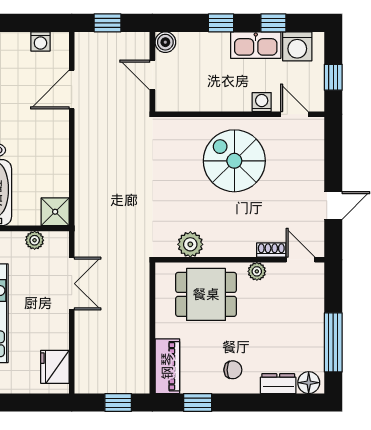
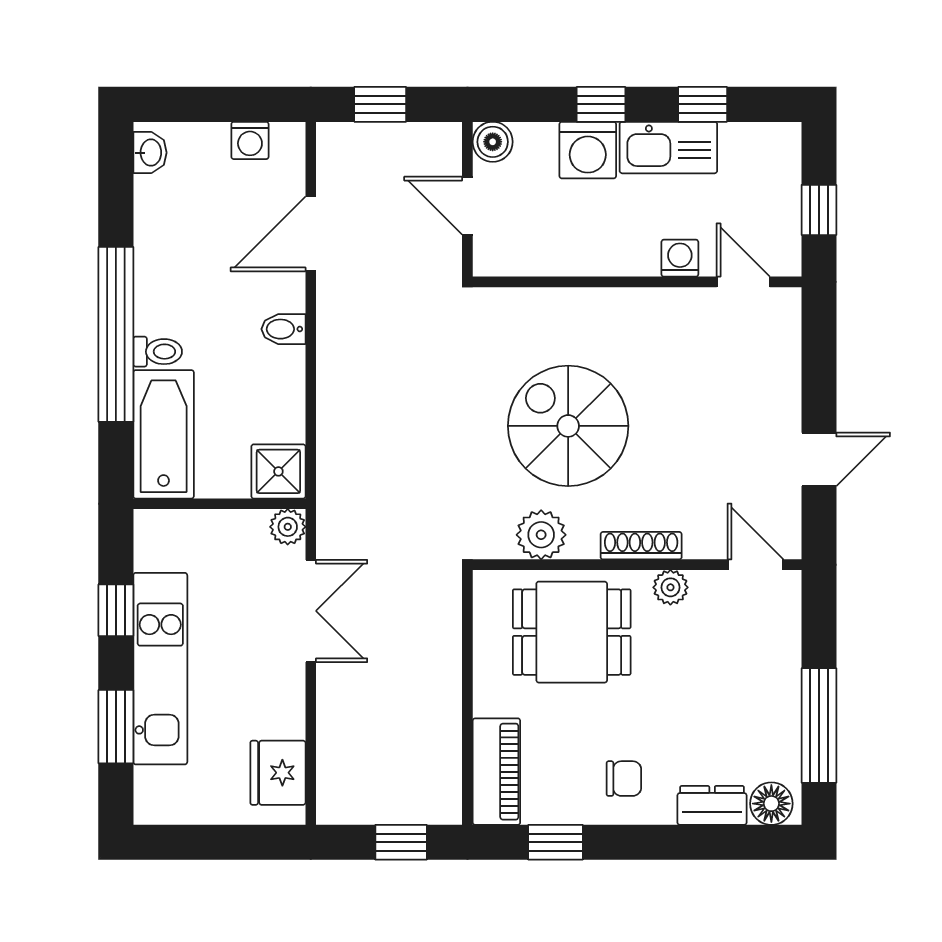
washing machine: (297, 46) -> (588, 150), moved
bidet: (58, 138) -> (284, 329), added
spiral stairs: (234, 161) -> (568, 426), moved
plant: (35, 240) -> (288, 527), moved
shoe rack: (271, 250) -> (641, 546), moved, width x1.43

